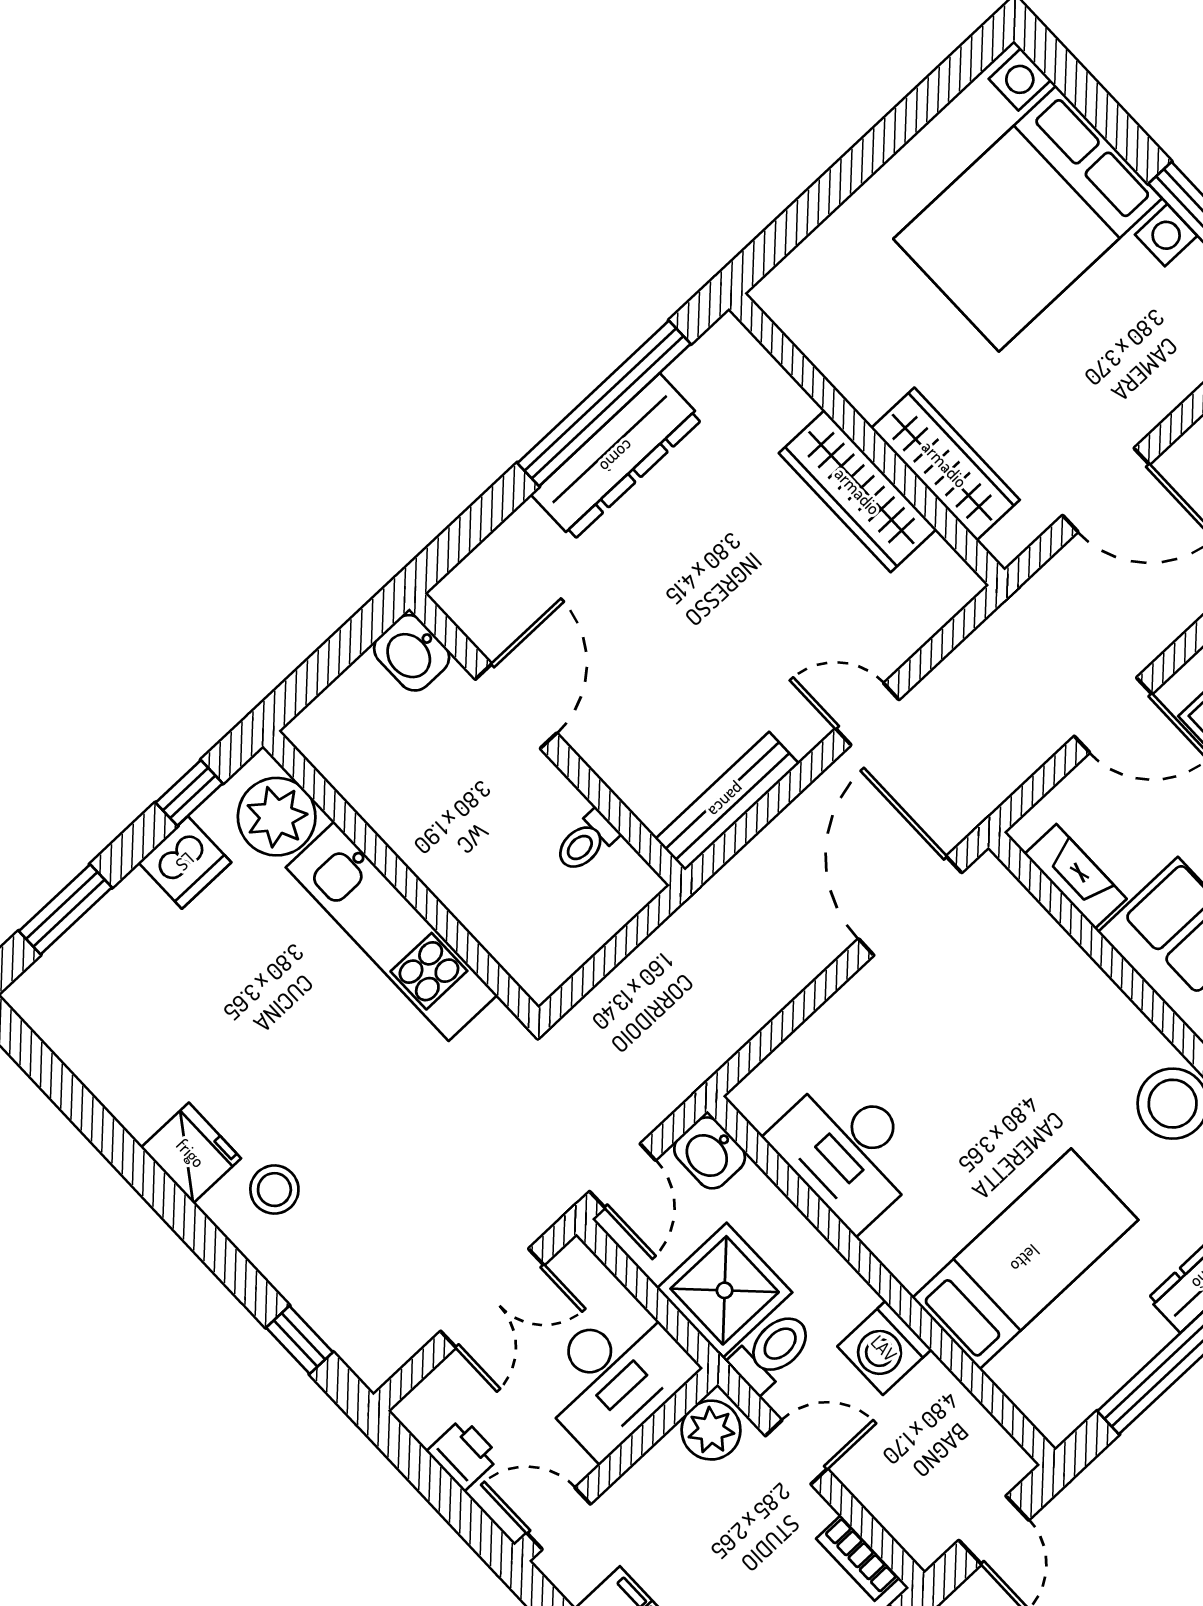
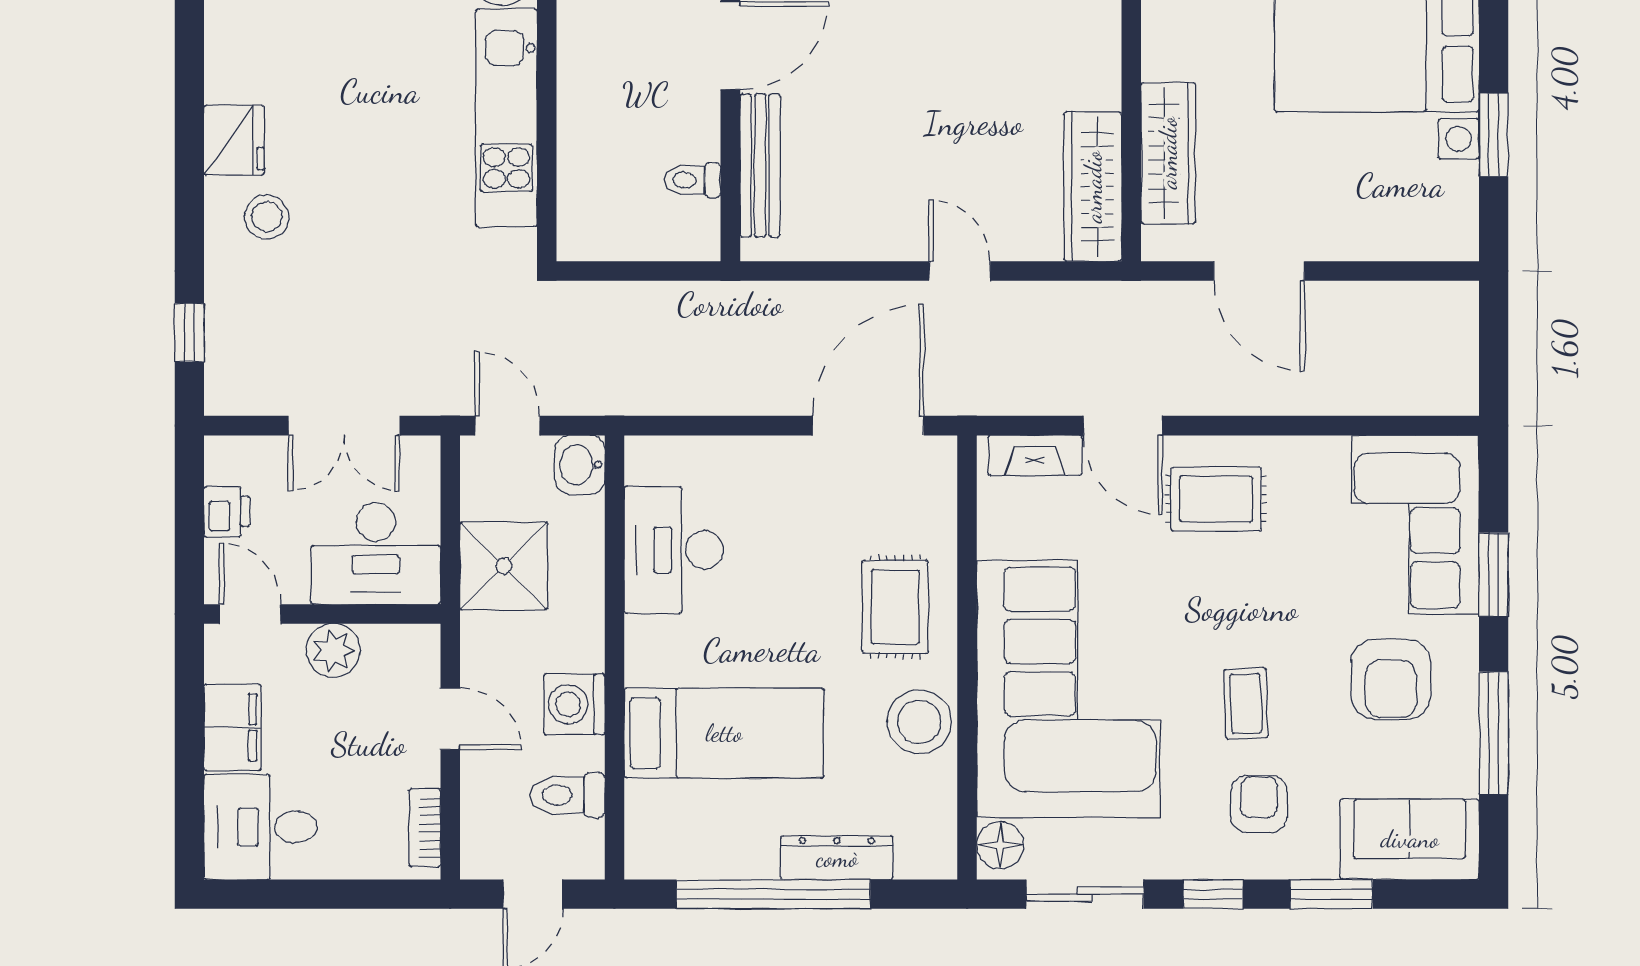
wardrobe: (858, 491) -> (1093, 187), moved
bench: (727, 801) -> (760, 165), moved, turned 90
fireplace: (1076, 876) -> (1035, 455), moved, turned 90
rug: (1067, 1030) -> (895, 607), added
door: (623, 1176) -> (507, 426), swing flipped
toilet: (772, 1351) -> (568, 795), moved, turned 180
plant: (711, 1430) -> (333, 651), moved

